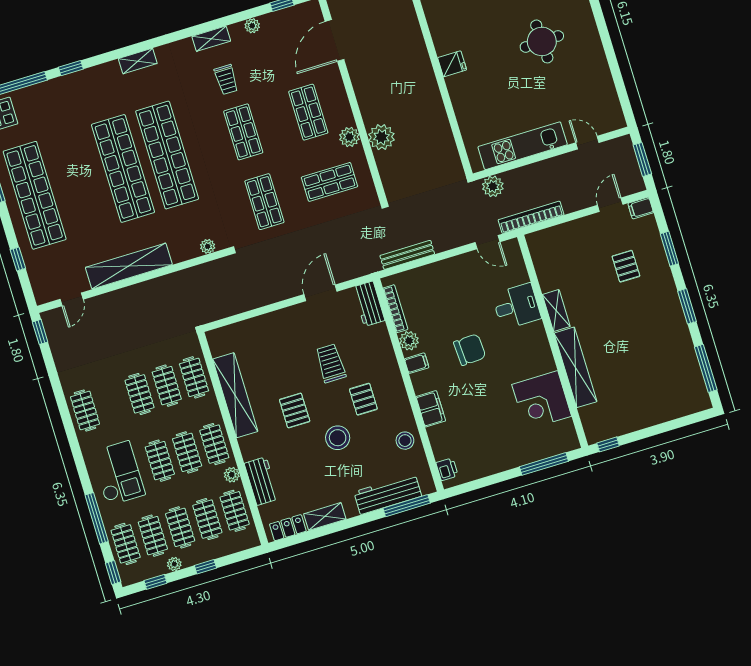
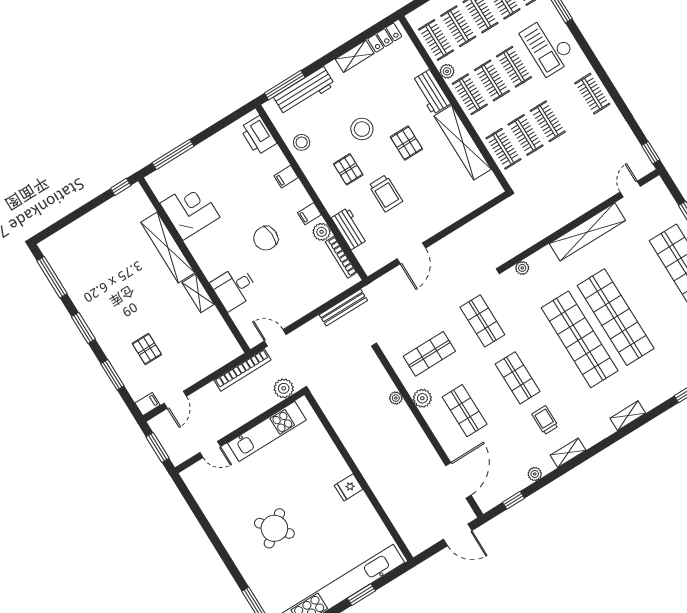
round table: (542, 41) -> (274, 528), turned -37
plant: (381, 137) -> (396, 398), width x0.53, depth x0.53
workbench: (369, 304) -> (350, 229), moved
filing cabinet: (431, 409) -> (286, 177), width x0.50
printer: (447, 469) -> (258, 136), width x1.87, depth x1.48
workbench: (262, 481) -> (431, 92), moved

